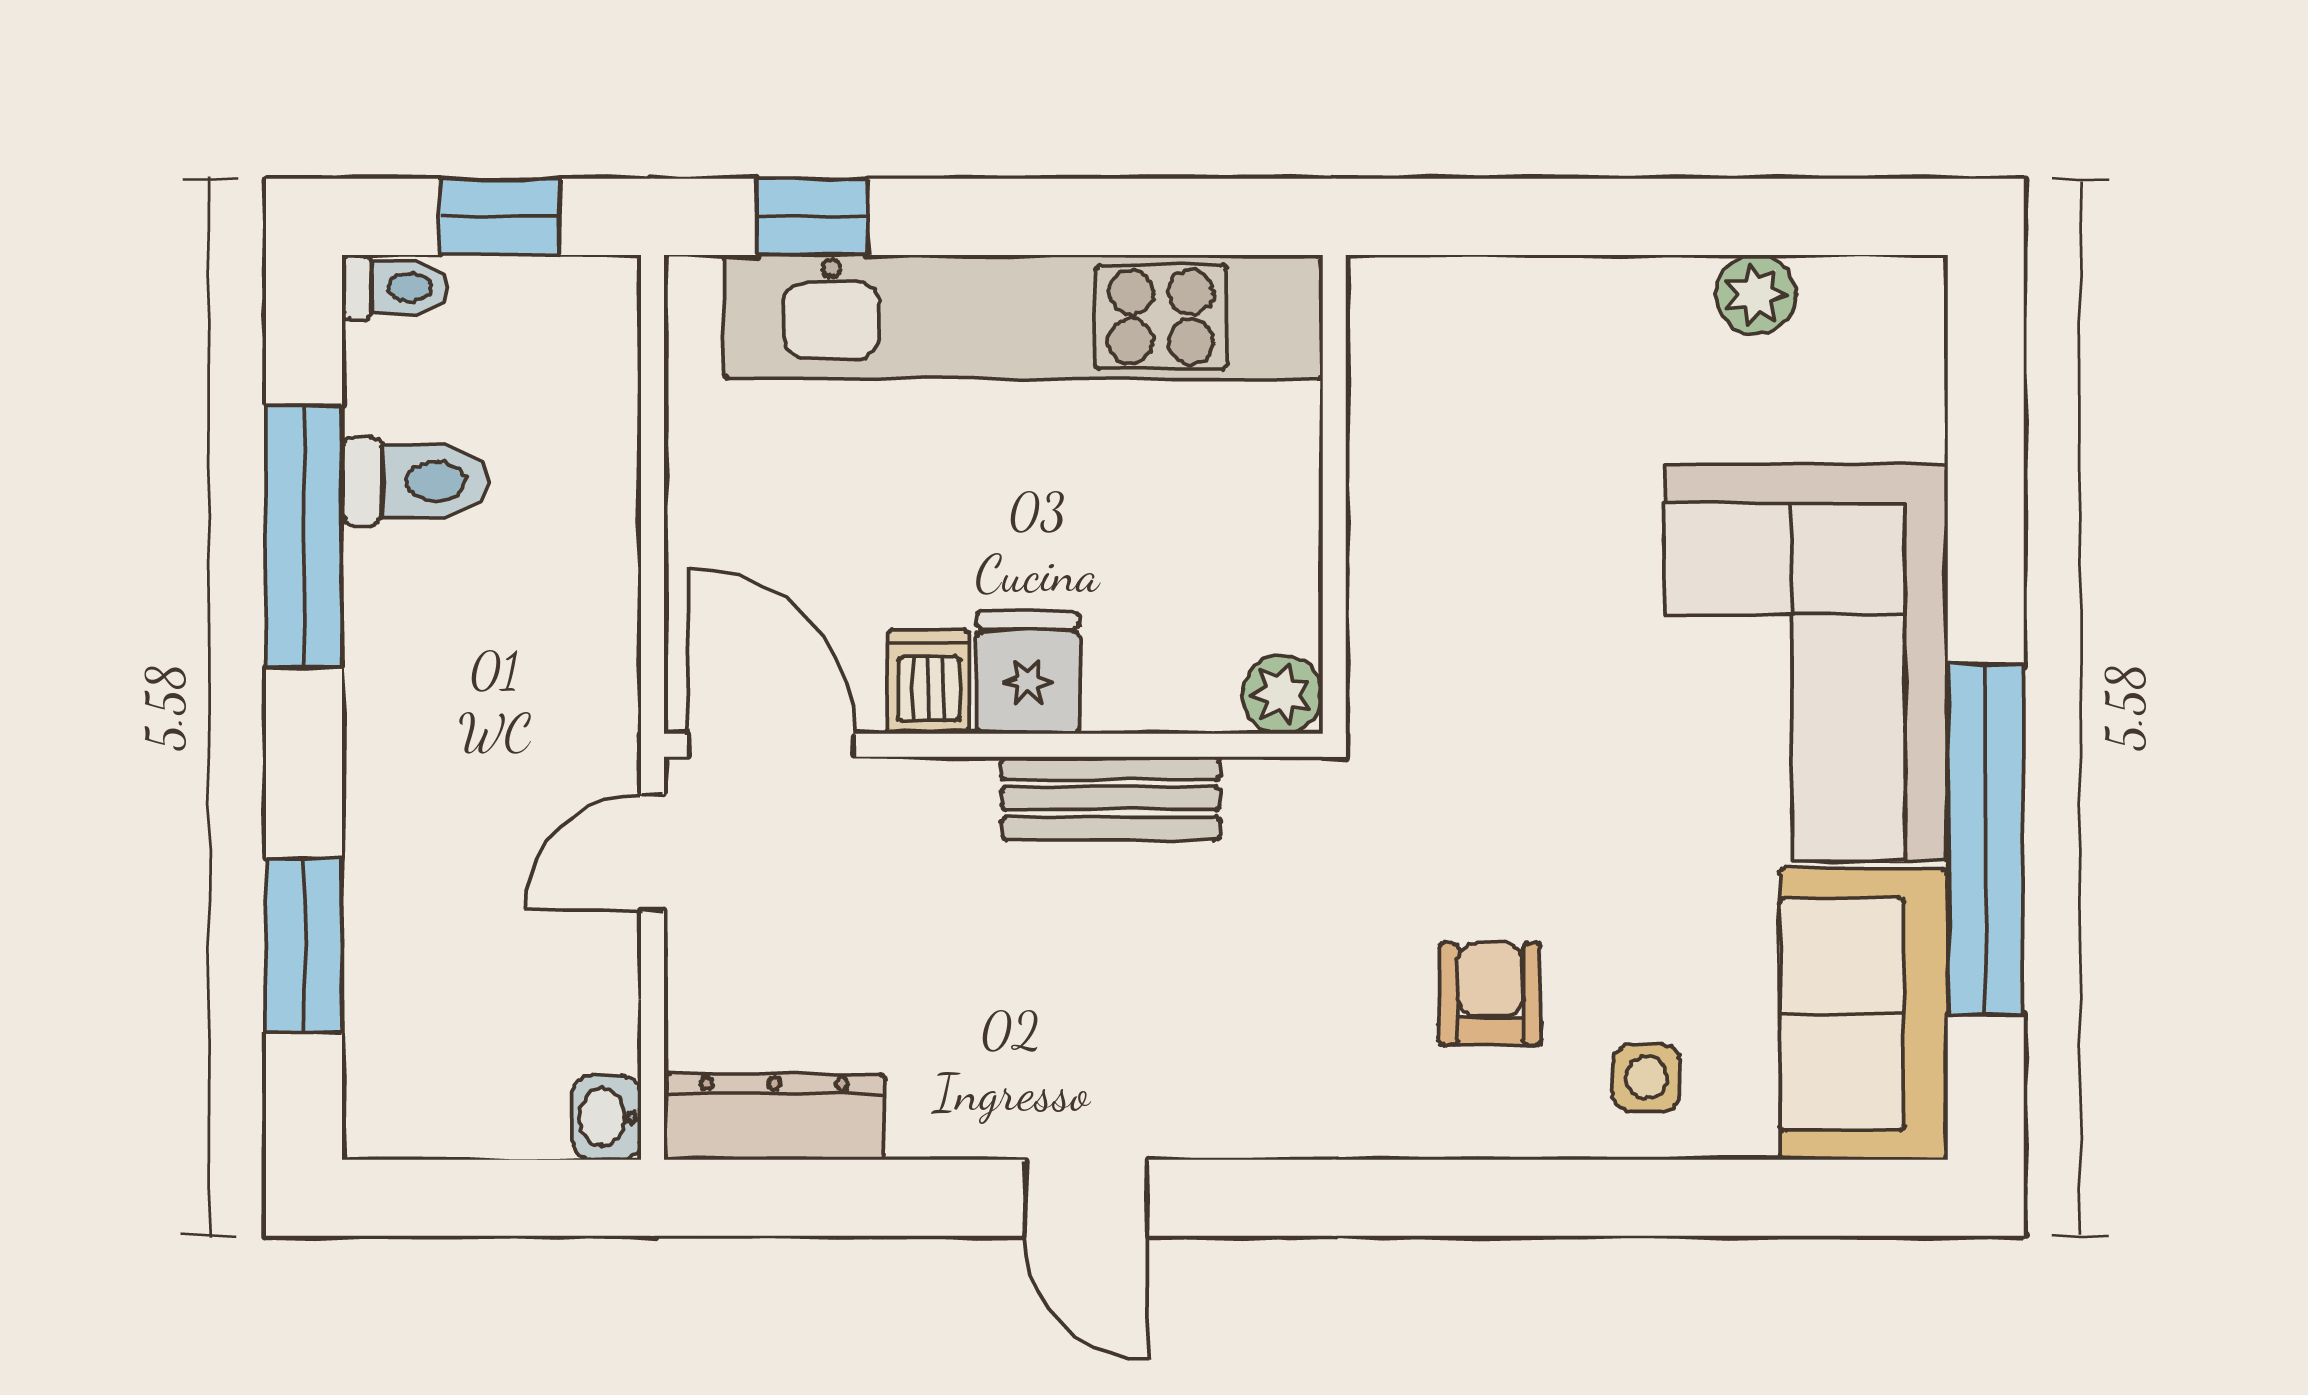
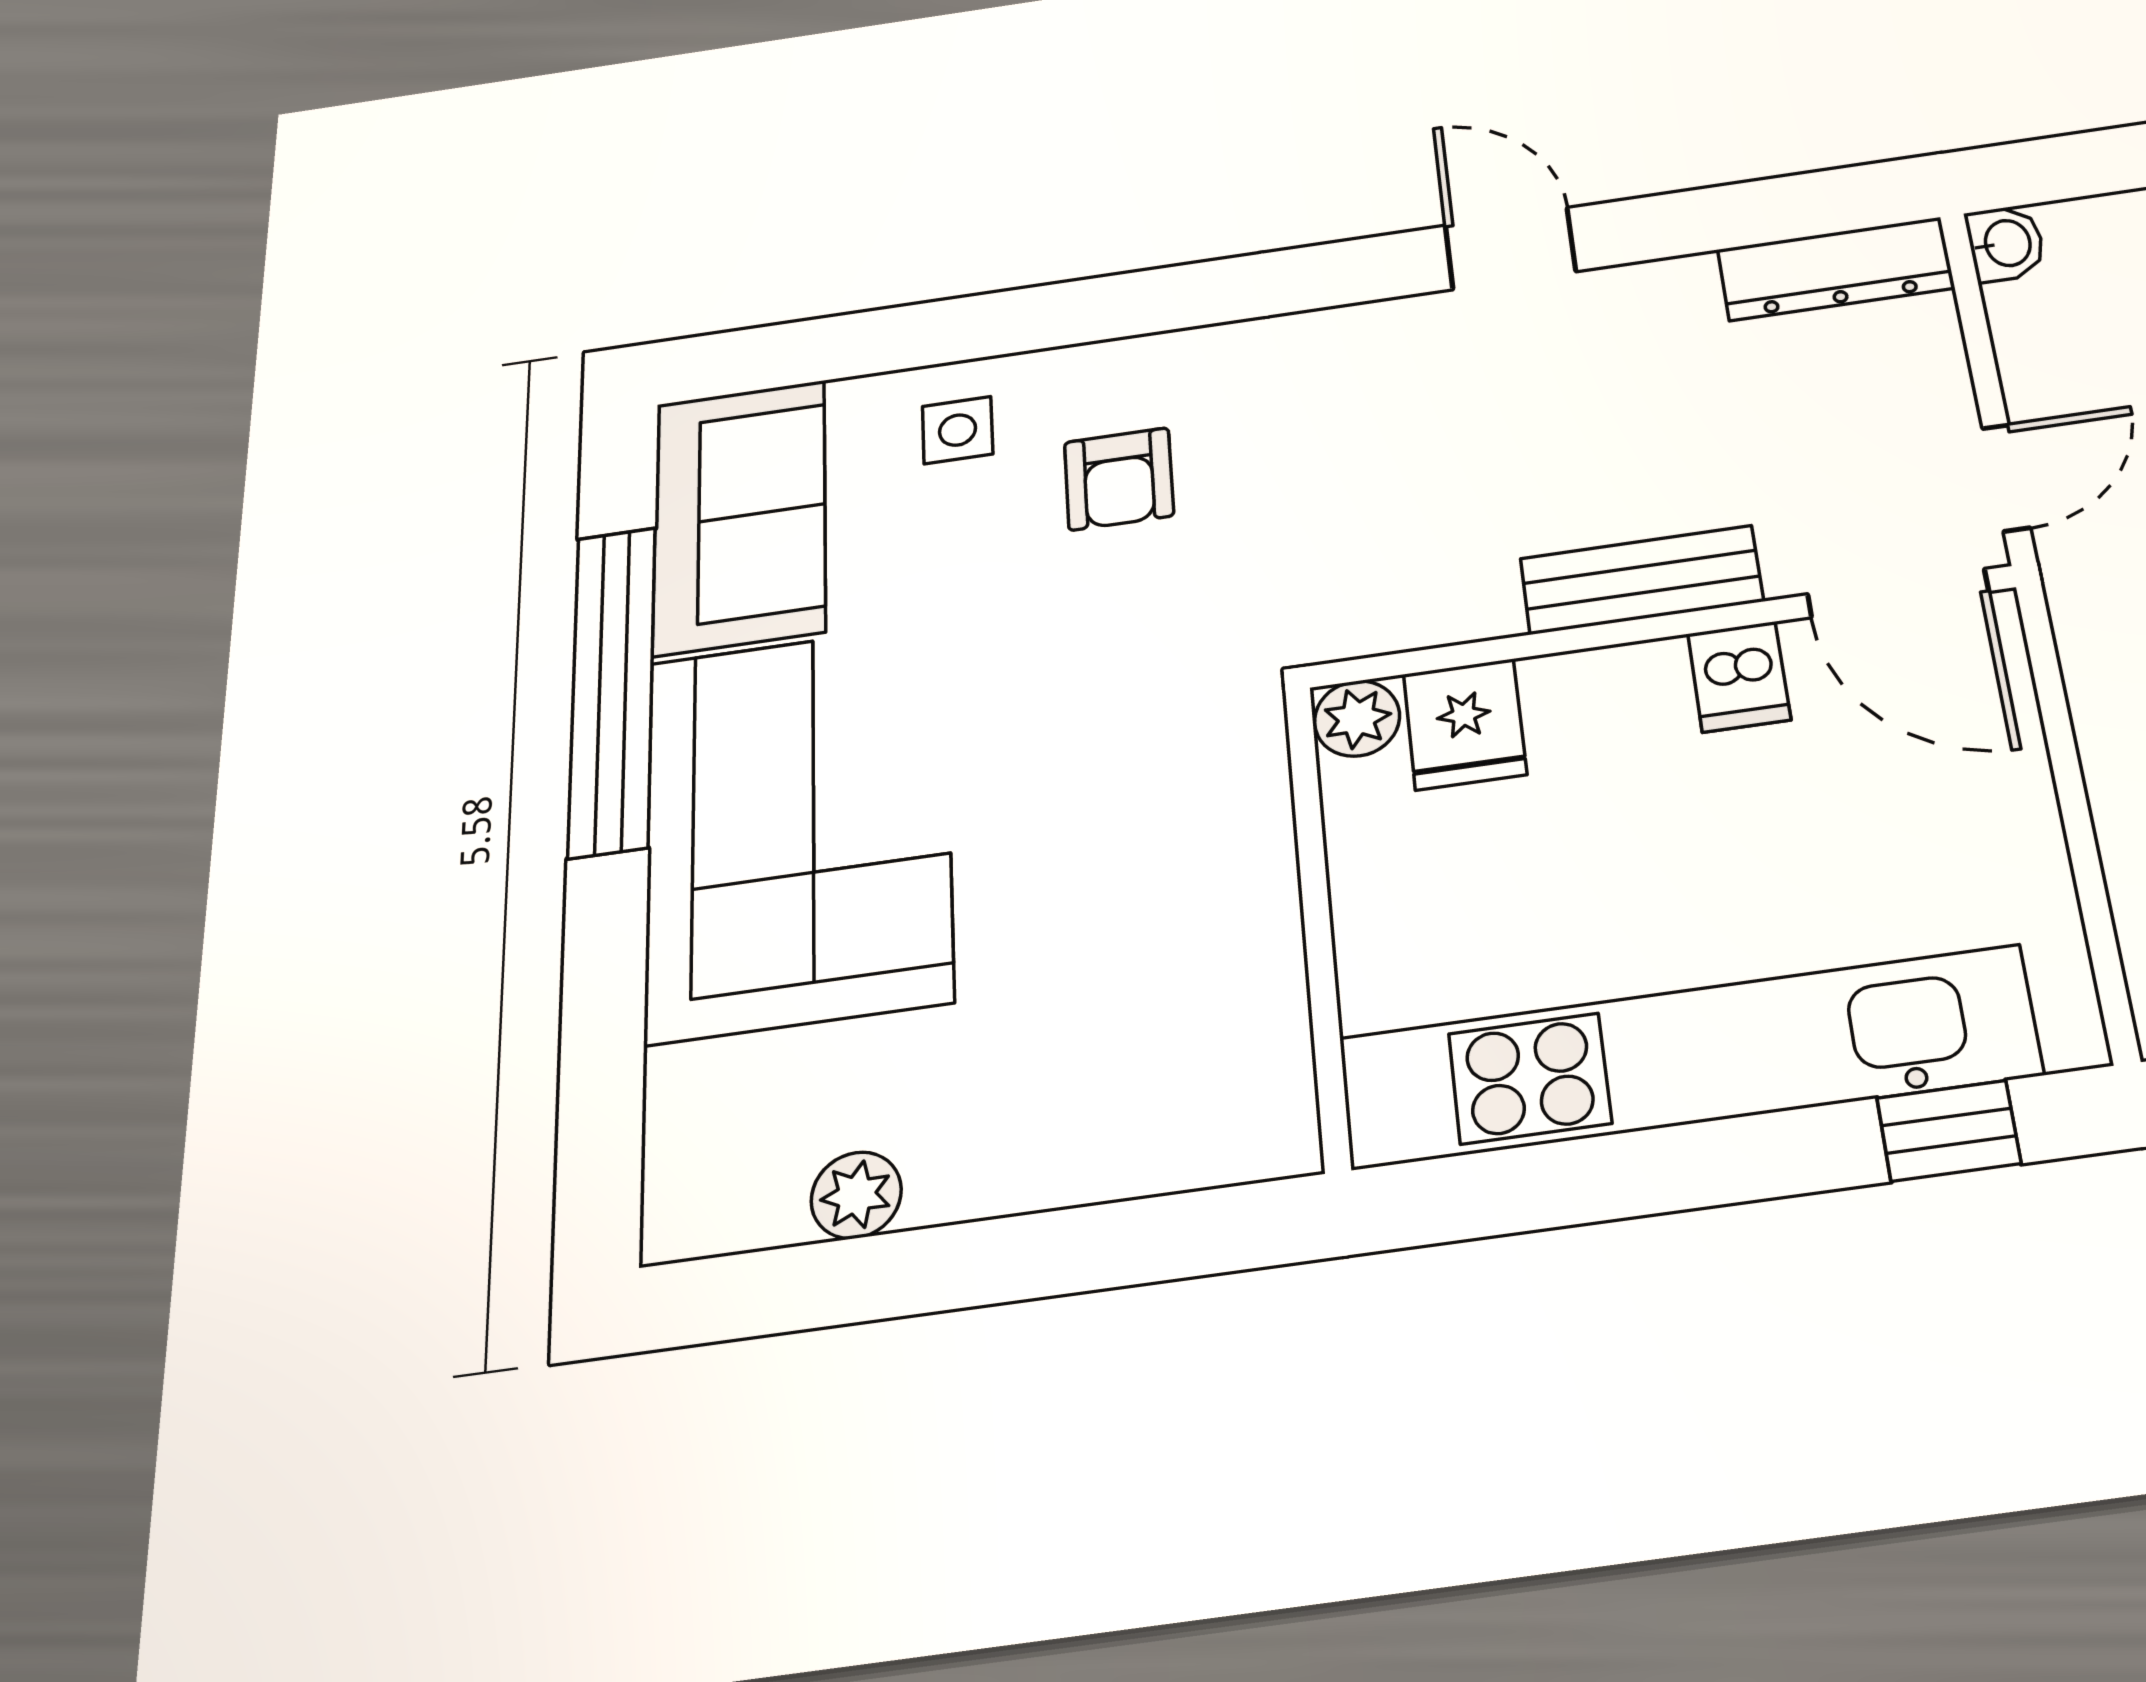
fridge: (1028, 673) -> (1465, 724), moved
bench: (1111, 798) -> (1641, 580), moved

